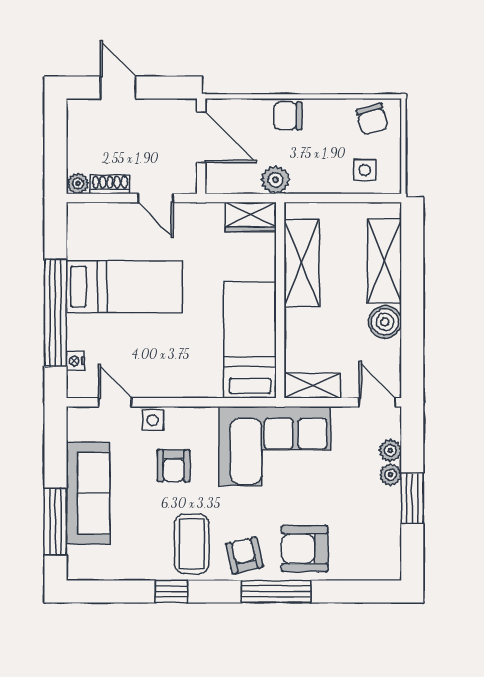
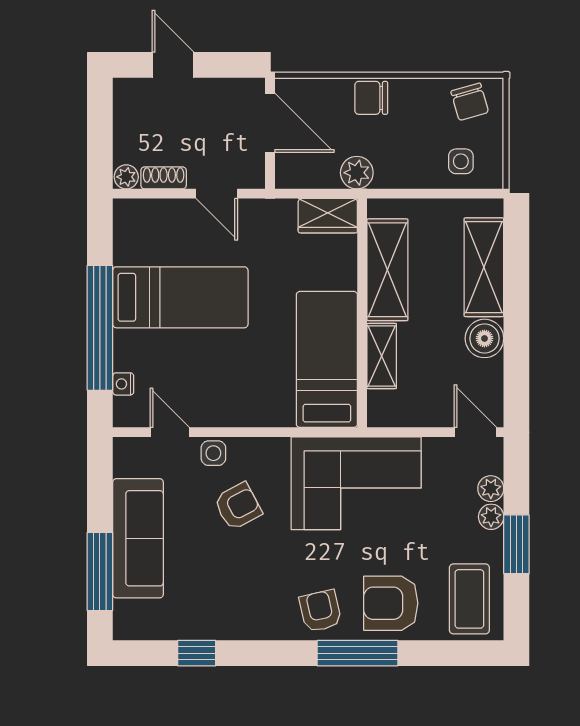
shelving: (312, 386) -> (382, 356), moved, turned 90
armchair: (174, 466) -> (238, 506), turned -118
coffee table: (192, 544) -> (469, 599), moved
window: (171, 592) -> (197, 653), moved

